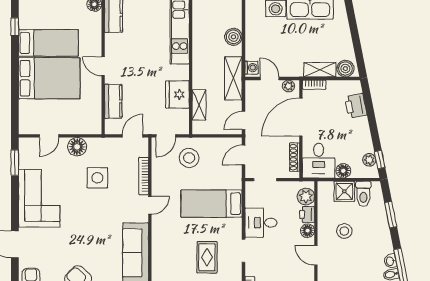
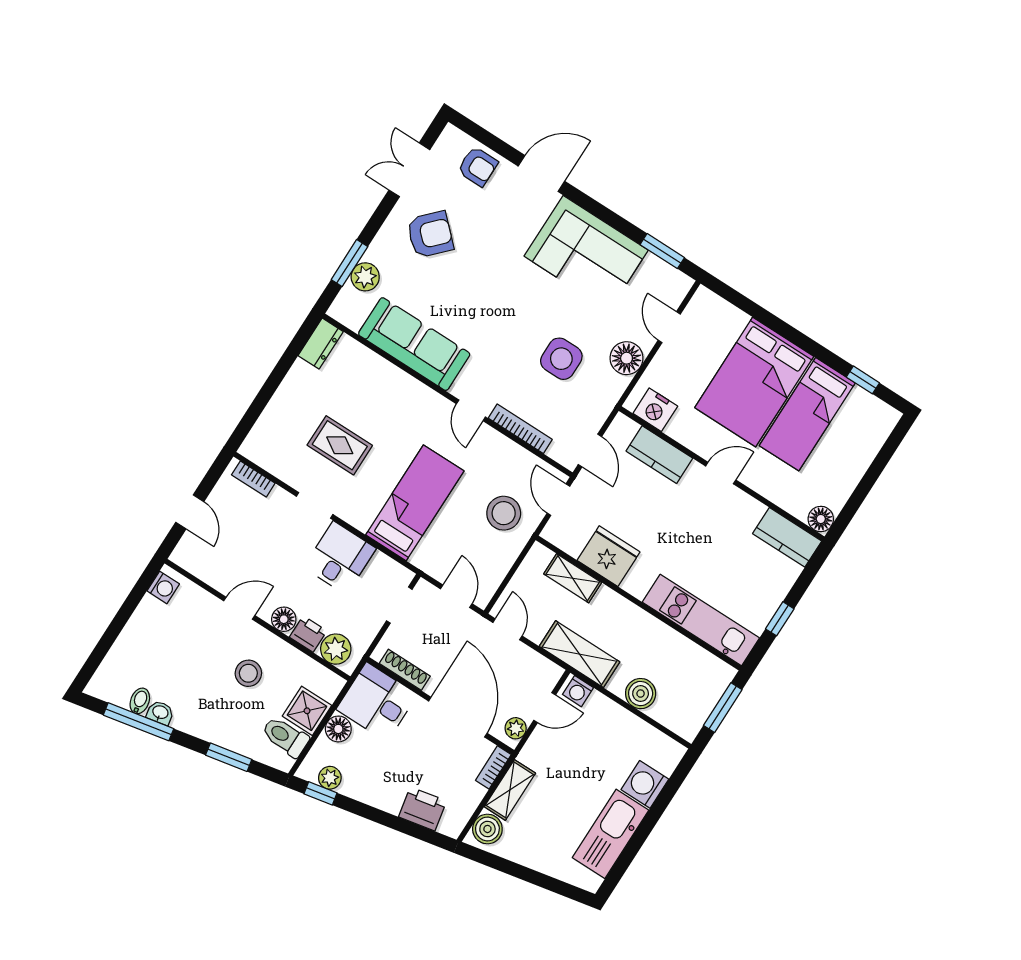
nightstand: (93, 117) -> (655, 410), added

